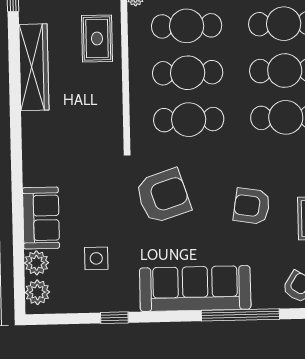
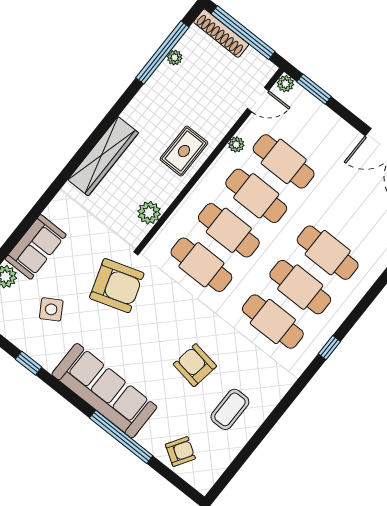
wardrobe: (34, 67) -> (103, 156), moved
plant: (111, 113) -> (149, 213), added
armchair: (163, 196) -> (117, 286), moved
side table: (96, 258) -> (51, 309), turned -31

